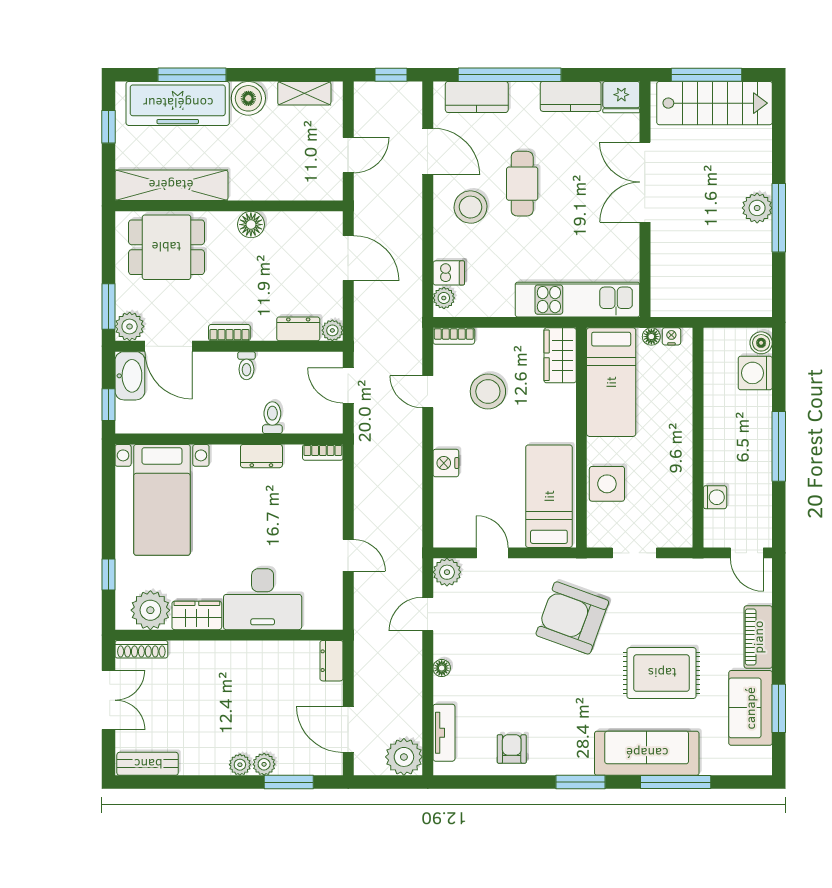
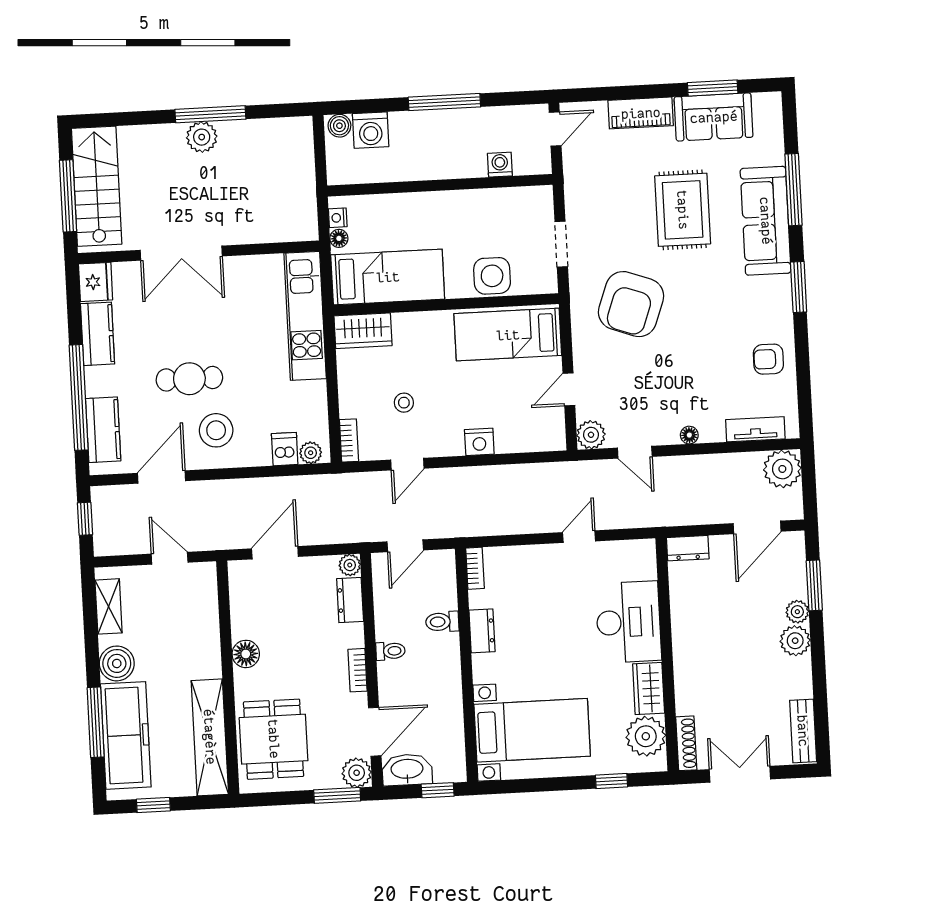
stool: (488, 391) -> (404, 403), width x0.53, depth x0.53
plant: (240, 765) -> (795, 641), width x1.38, depth x1.38

